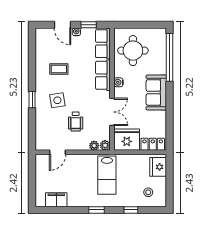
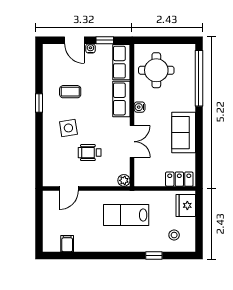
sofa: (156, 93) -> (184, 133), moved
window: (32, 100) -> (39, 103), moved
wheelchair: (76, 121) -> (90, 153), turned 90
fridge: (127, 140) -> (149, 174), removed
plant: (94, 146) -> (111, 181), removed
lab bench: (107, 175) -> (126, 215), turned 90
filing cabinet: (56, 200) -> (67, 244), width x0.50
window: (97, 210) -> (114, 255), removed

